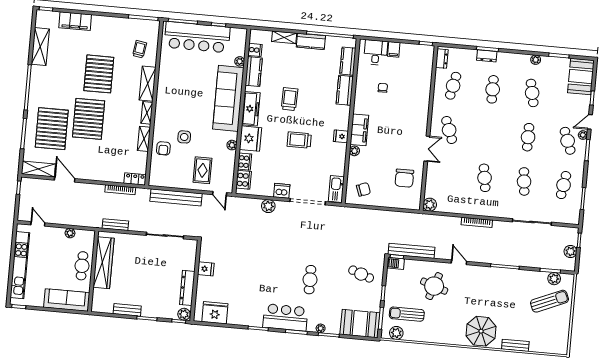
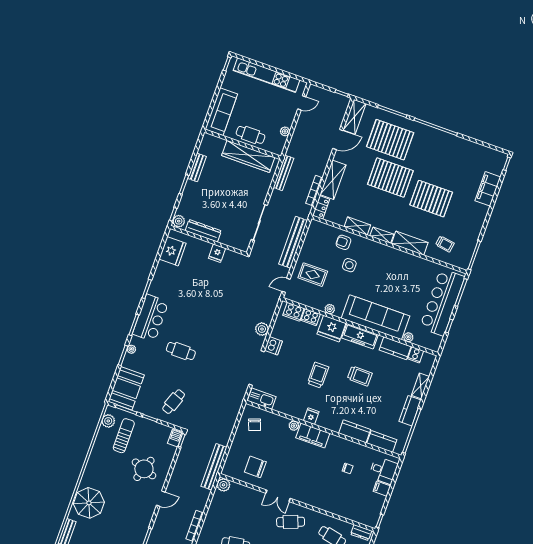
shelving: (40, 47) -> (333, 180), moved, turned 90
bench: (115, 225) -> (283, 173), width x1.36
bench: (412, 251) -> (214, 467), moved

